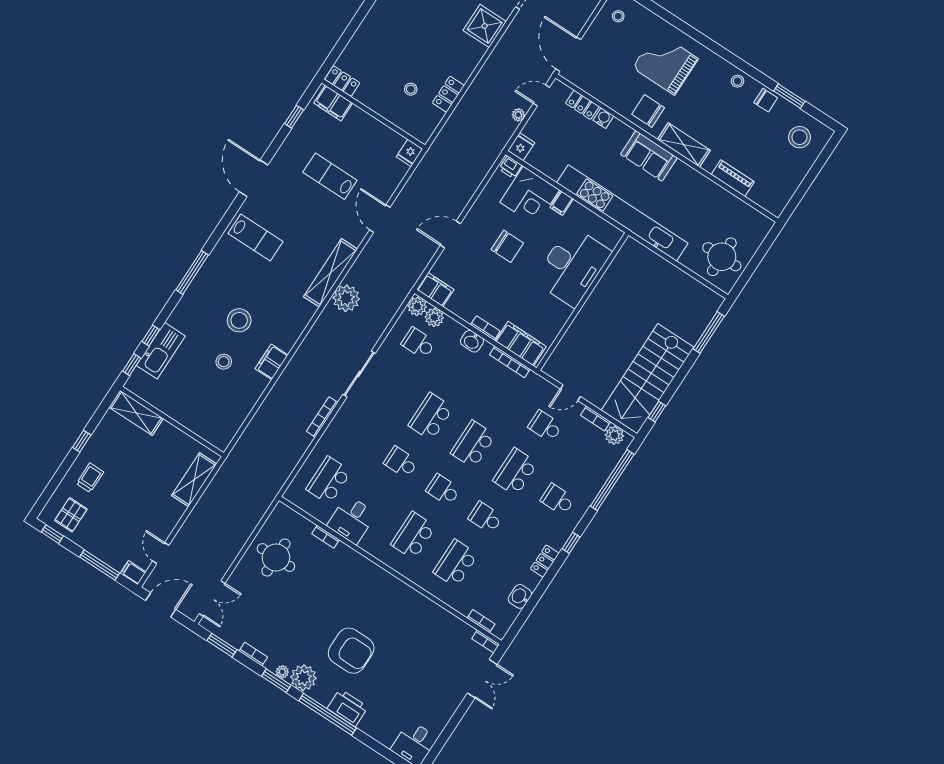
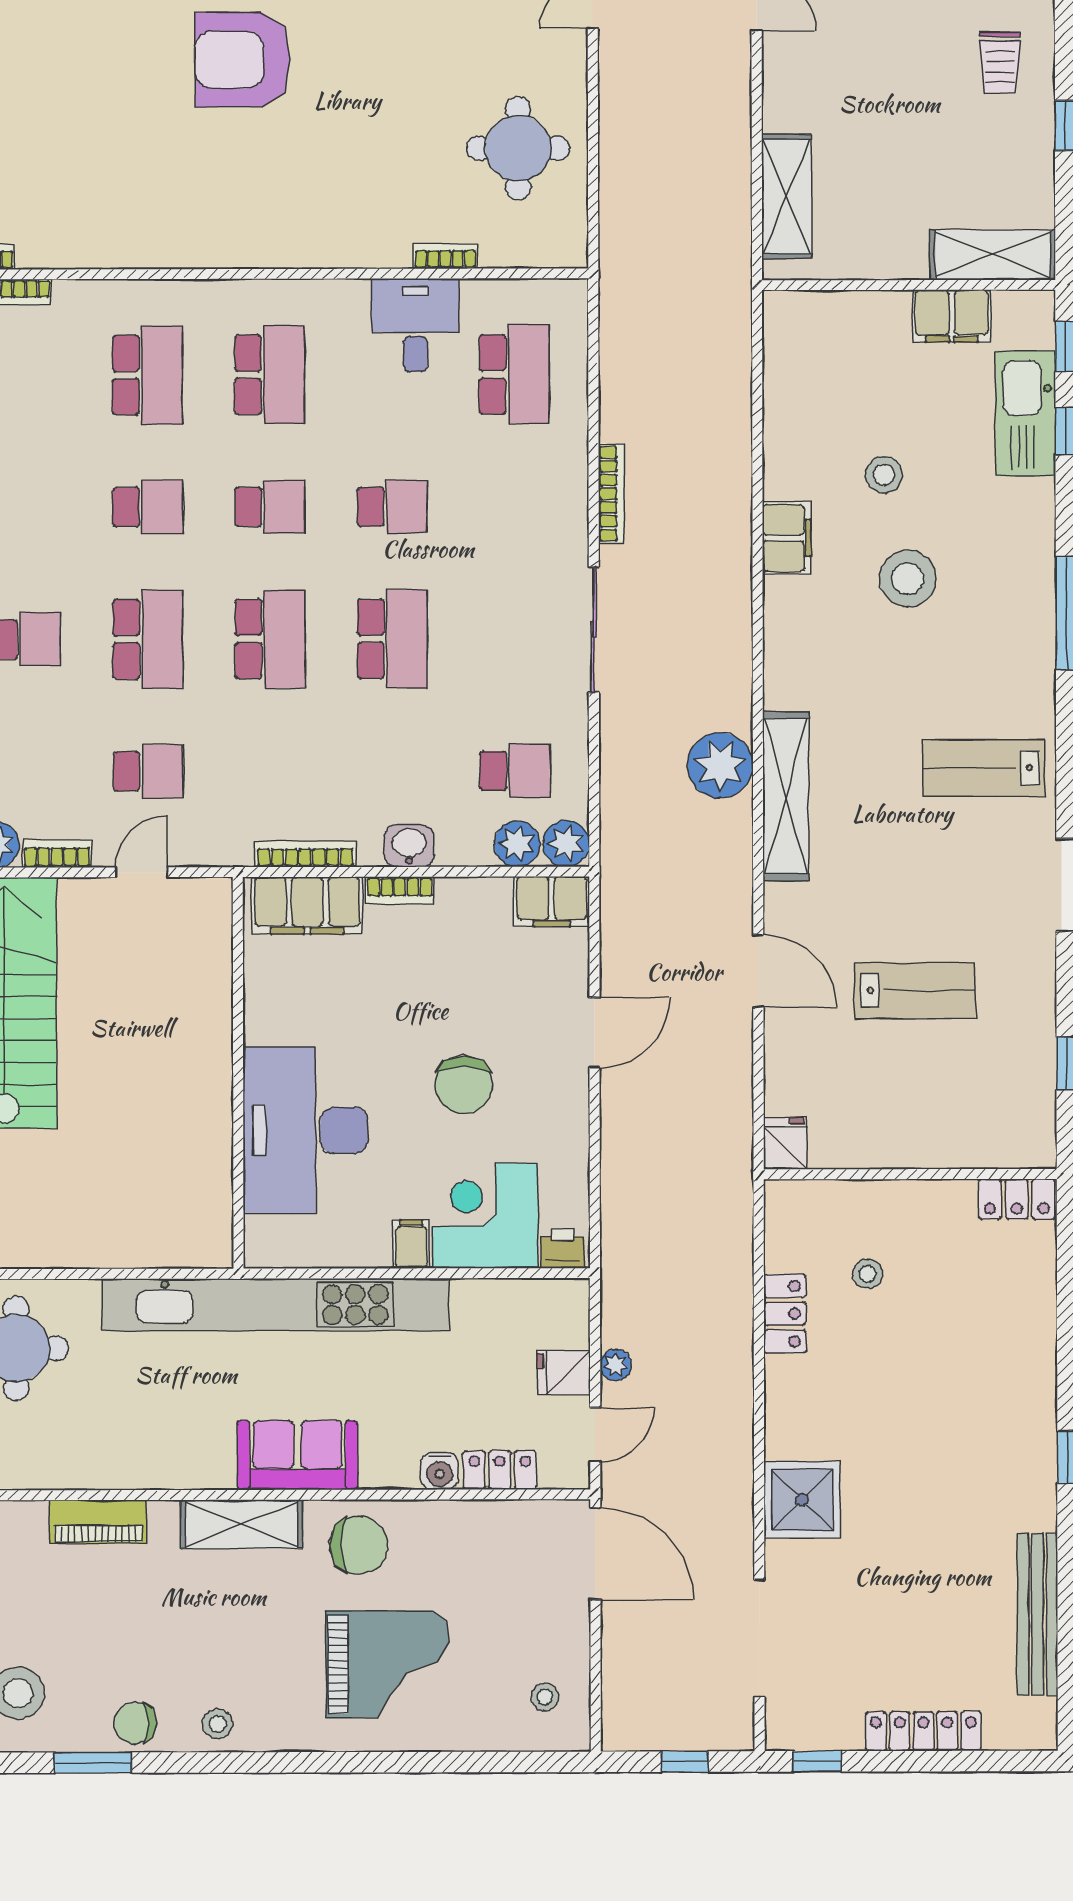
filing cabinet: (333, 103) -> (952, 316), moved, turned 180
fridge: (521, 147) -> (564, 1373), moved, turned 90
chair: (507, 246) -> (464, 1084), turned -90

